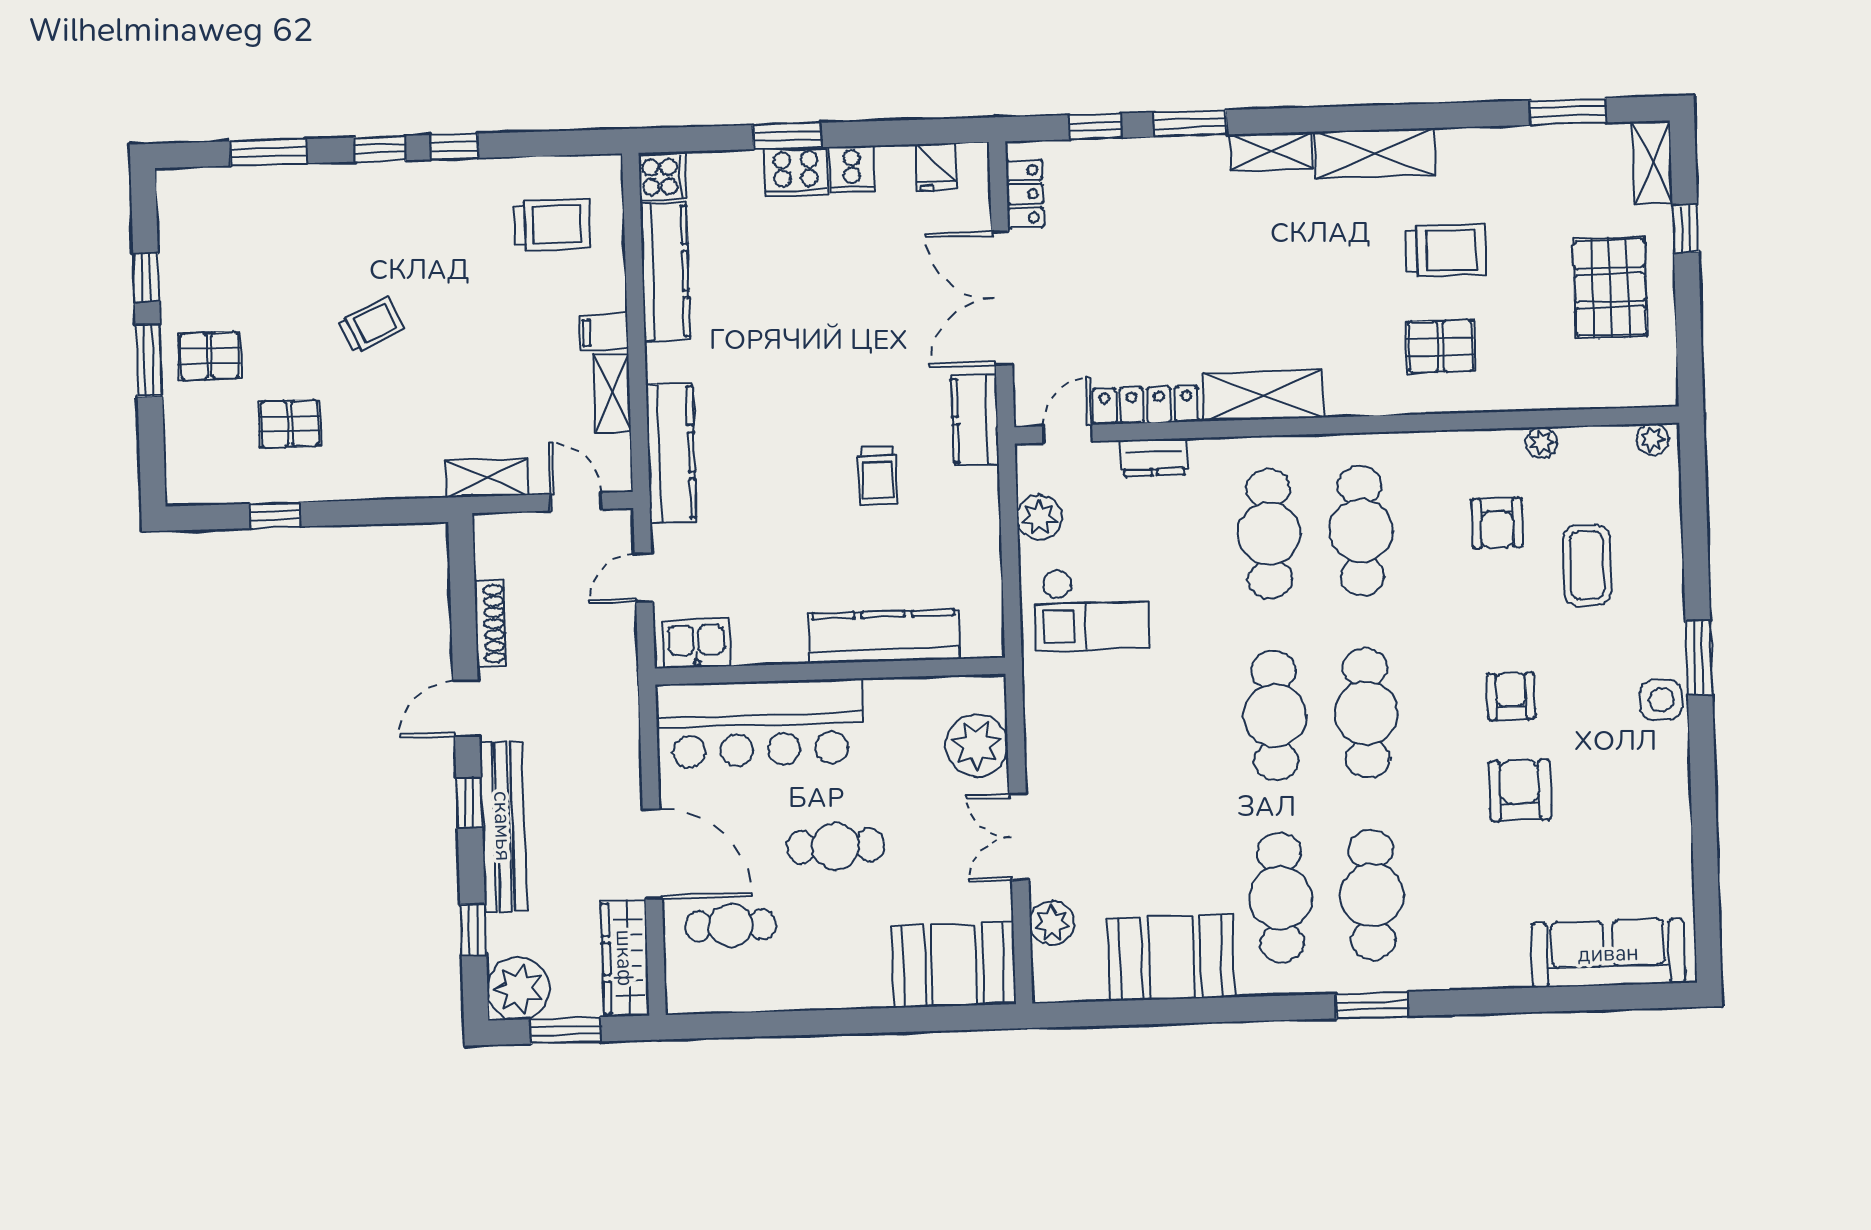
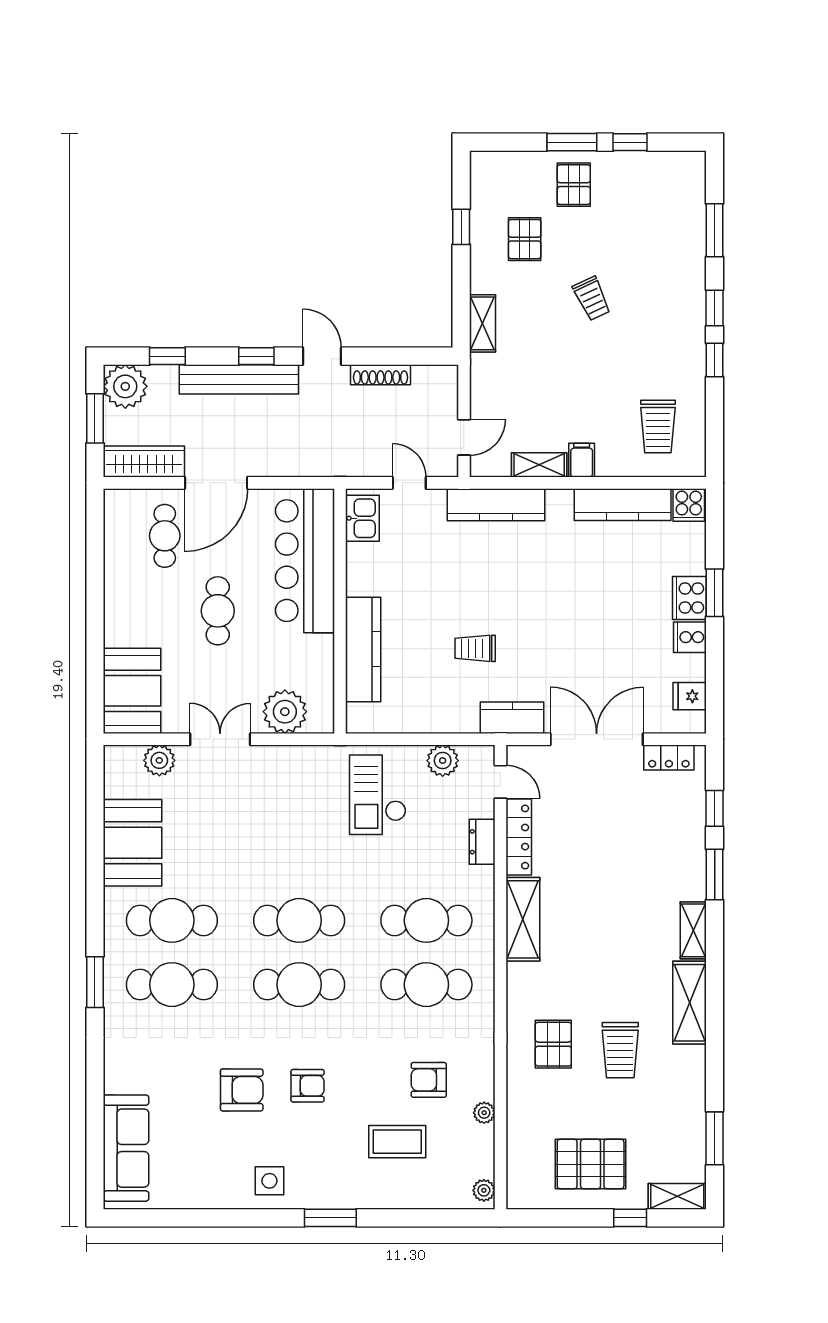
shelving: (487, 478) -> (482, 323), moved
side table: (1661, 700) -> (269, 1181), moved

